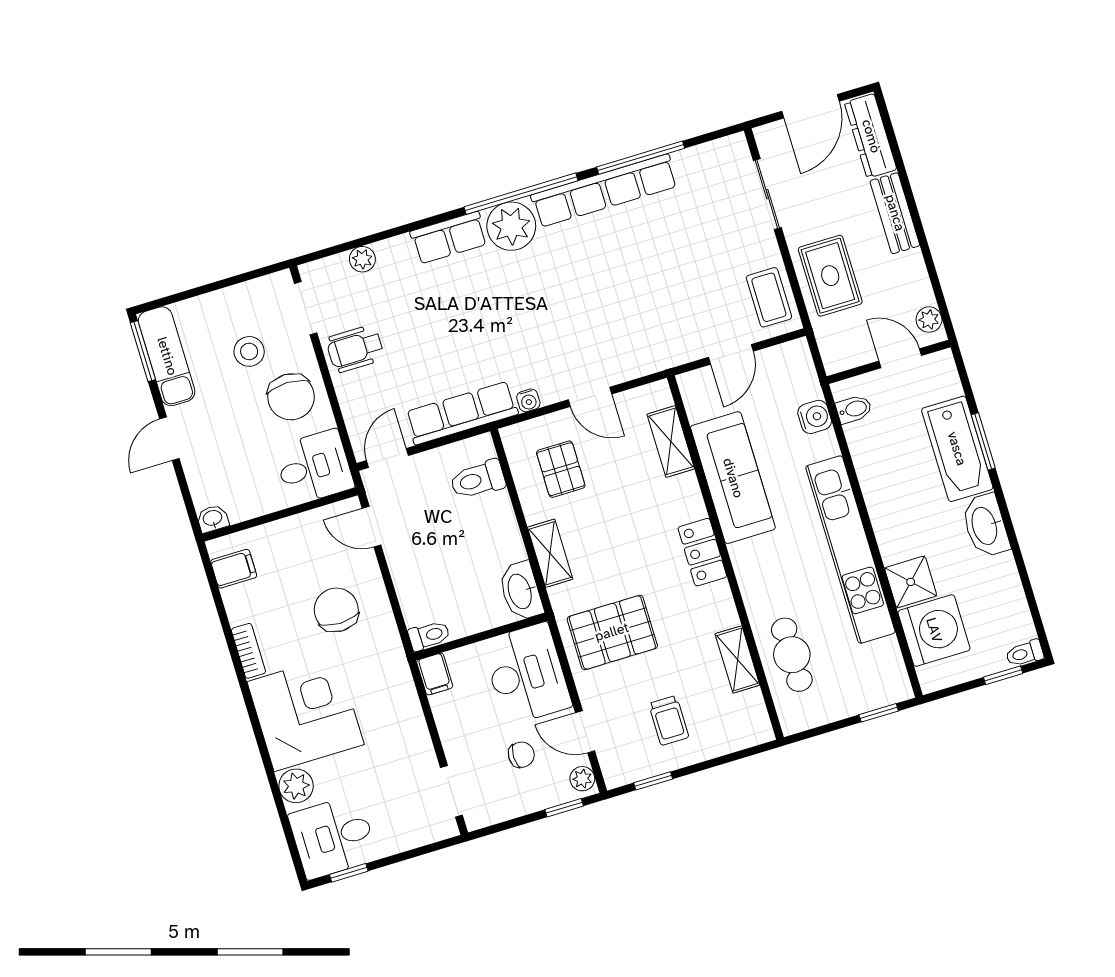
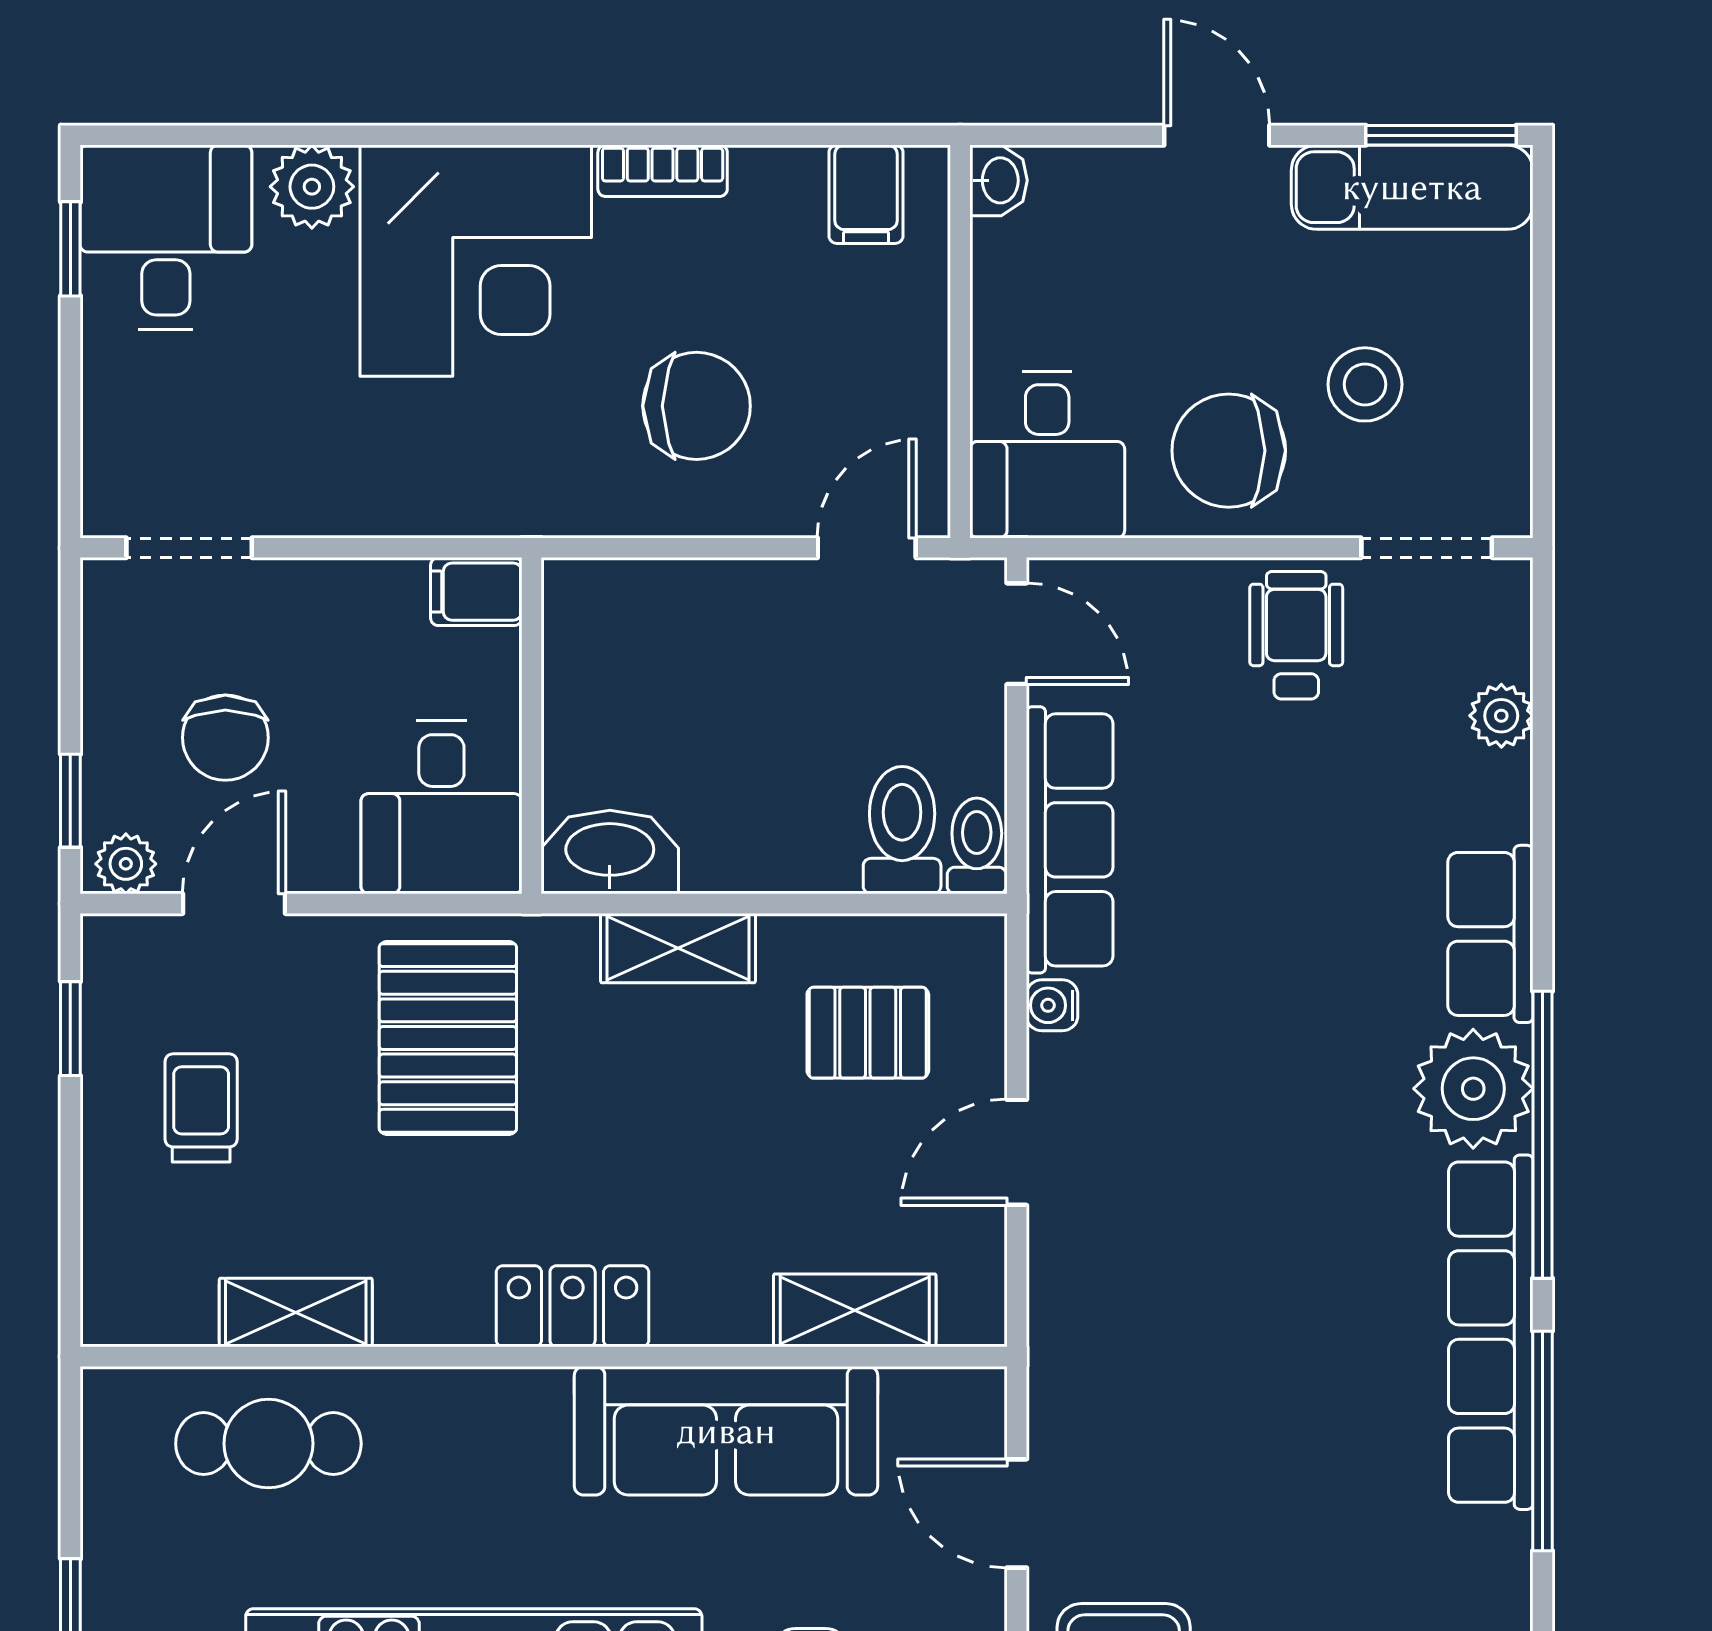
toilet: (429, 636) -> (977, 846), moved, turned 180
desk: (527, 674) -> (441, 807), width x0.73
trolley: (669, 721) -> (201, 1108), turned 90
chair: (521, 755) -> (225, 738), width x1.37, depth x1.37

